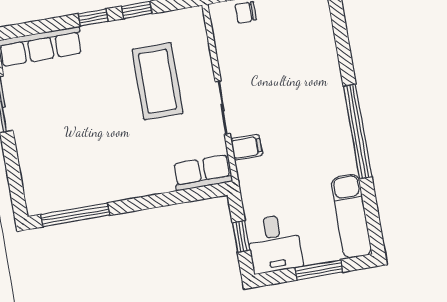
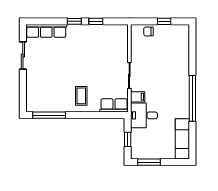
coffee table: (158, 81) -> (81, 96), moved, width x0.54, depth x0.58
desk: (274, 244) -> (144, 115), moved, turned 90
window: (319, 270) -> (149, 162), moved

